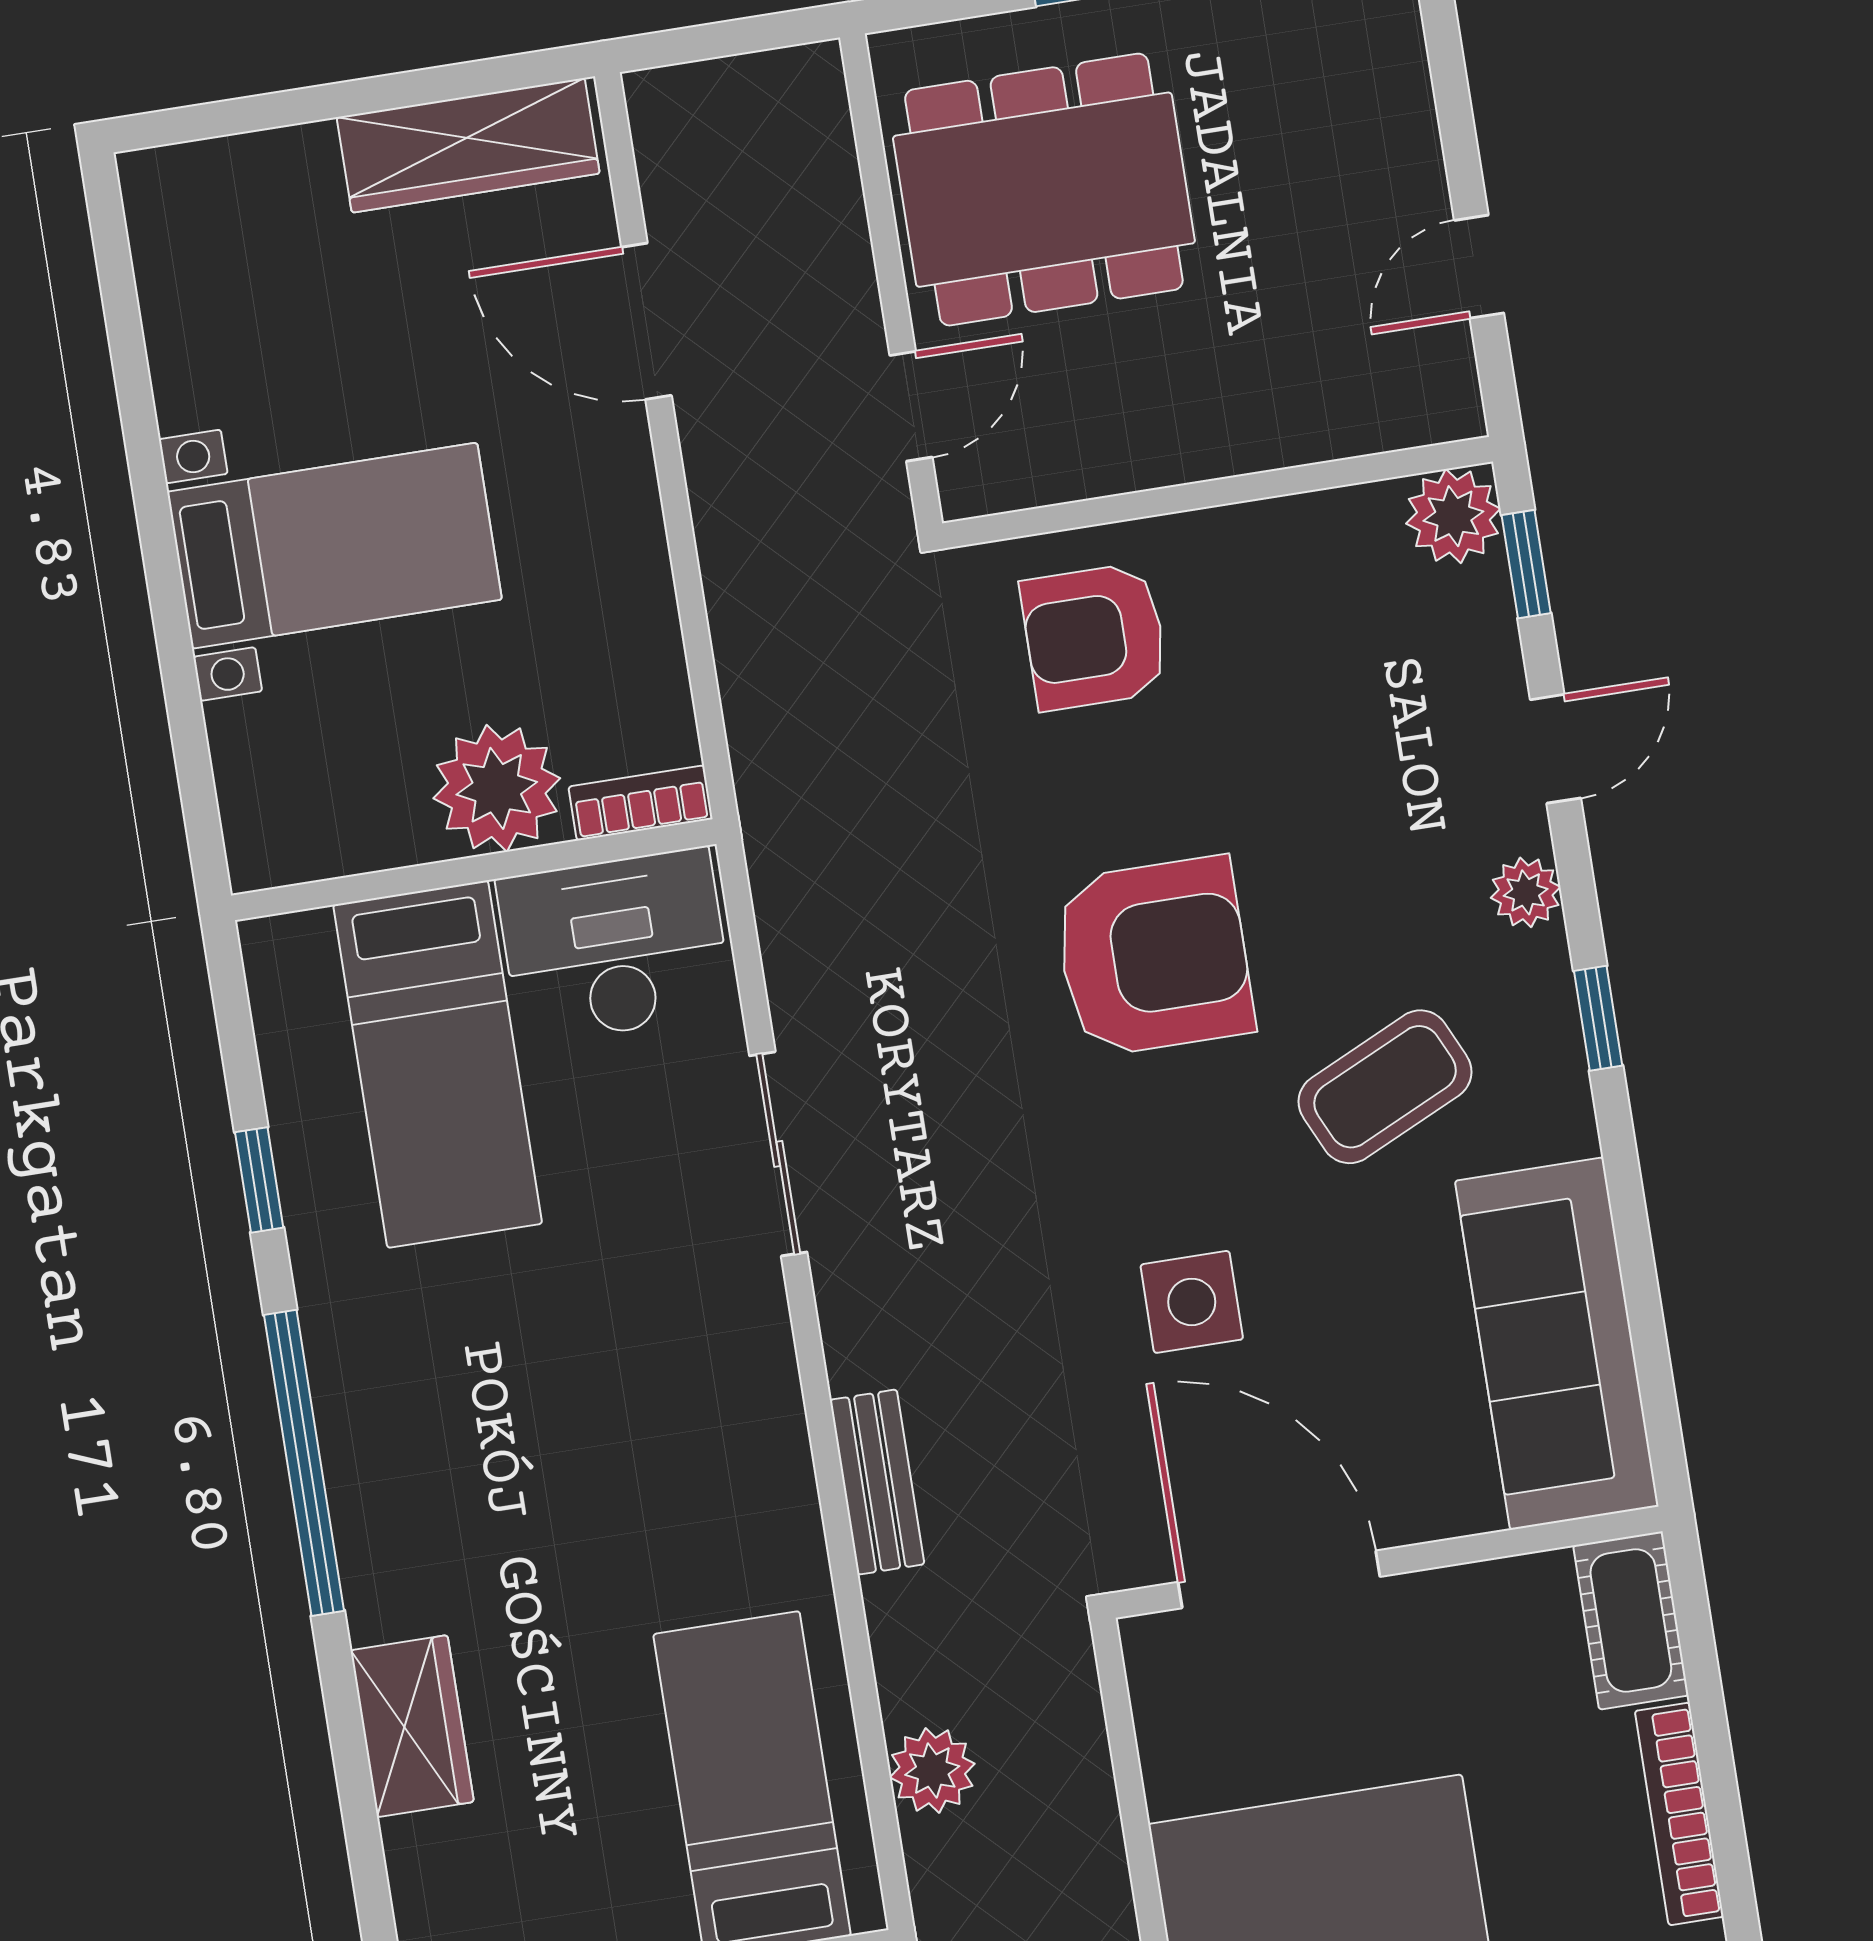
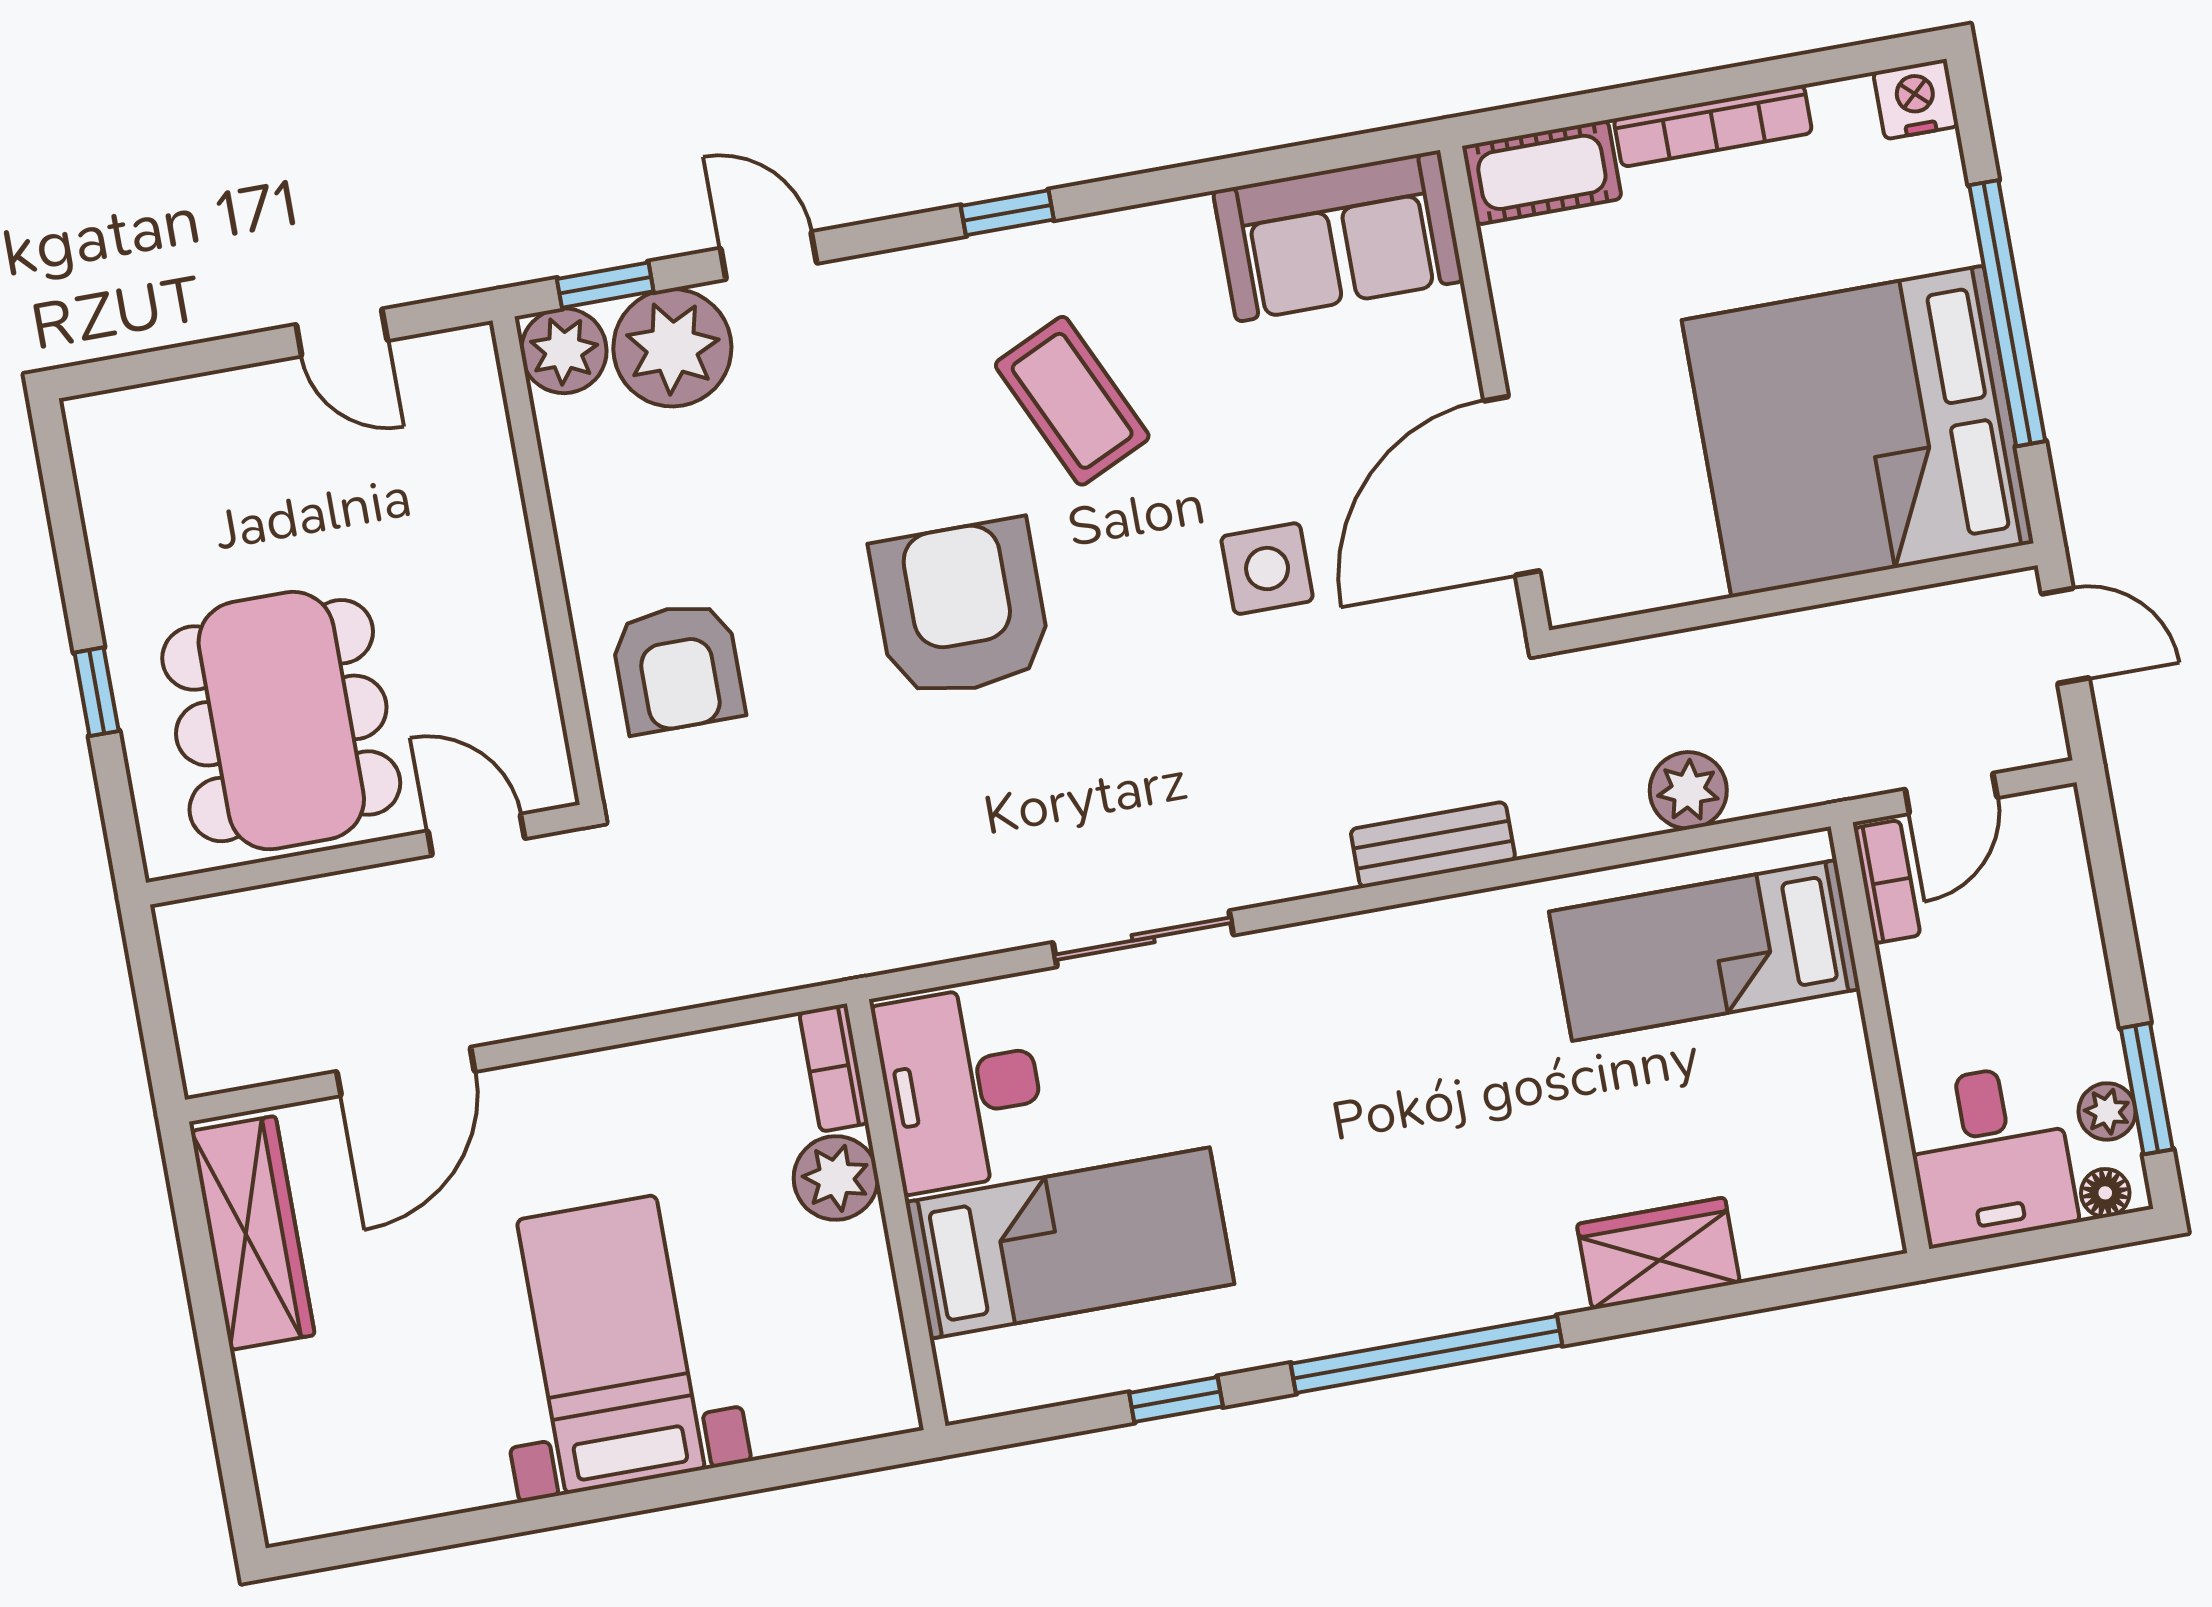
plant: (497, 788) -> (836, 1178), width x0.73, depth x0.73
plant: (1526, 892) -> (672, 348), moved, width x1.87, depth x1.87
sofa: (1557, 1344) -> (1338, 236), width x0.73

